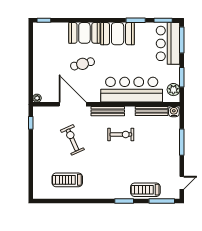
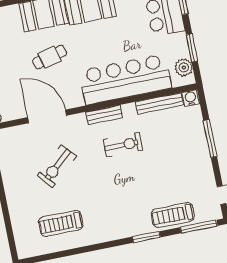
bench: (108, 111) -> (104, 115), width x0.73
exercise bike: (72, 140) -> (57, 166), turned -107

